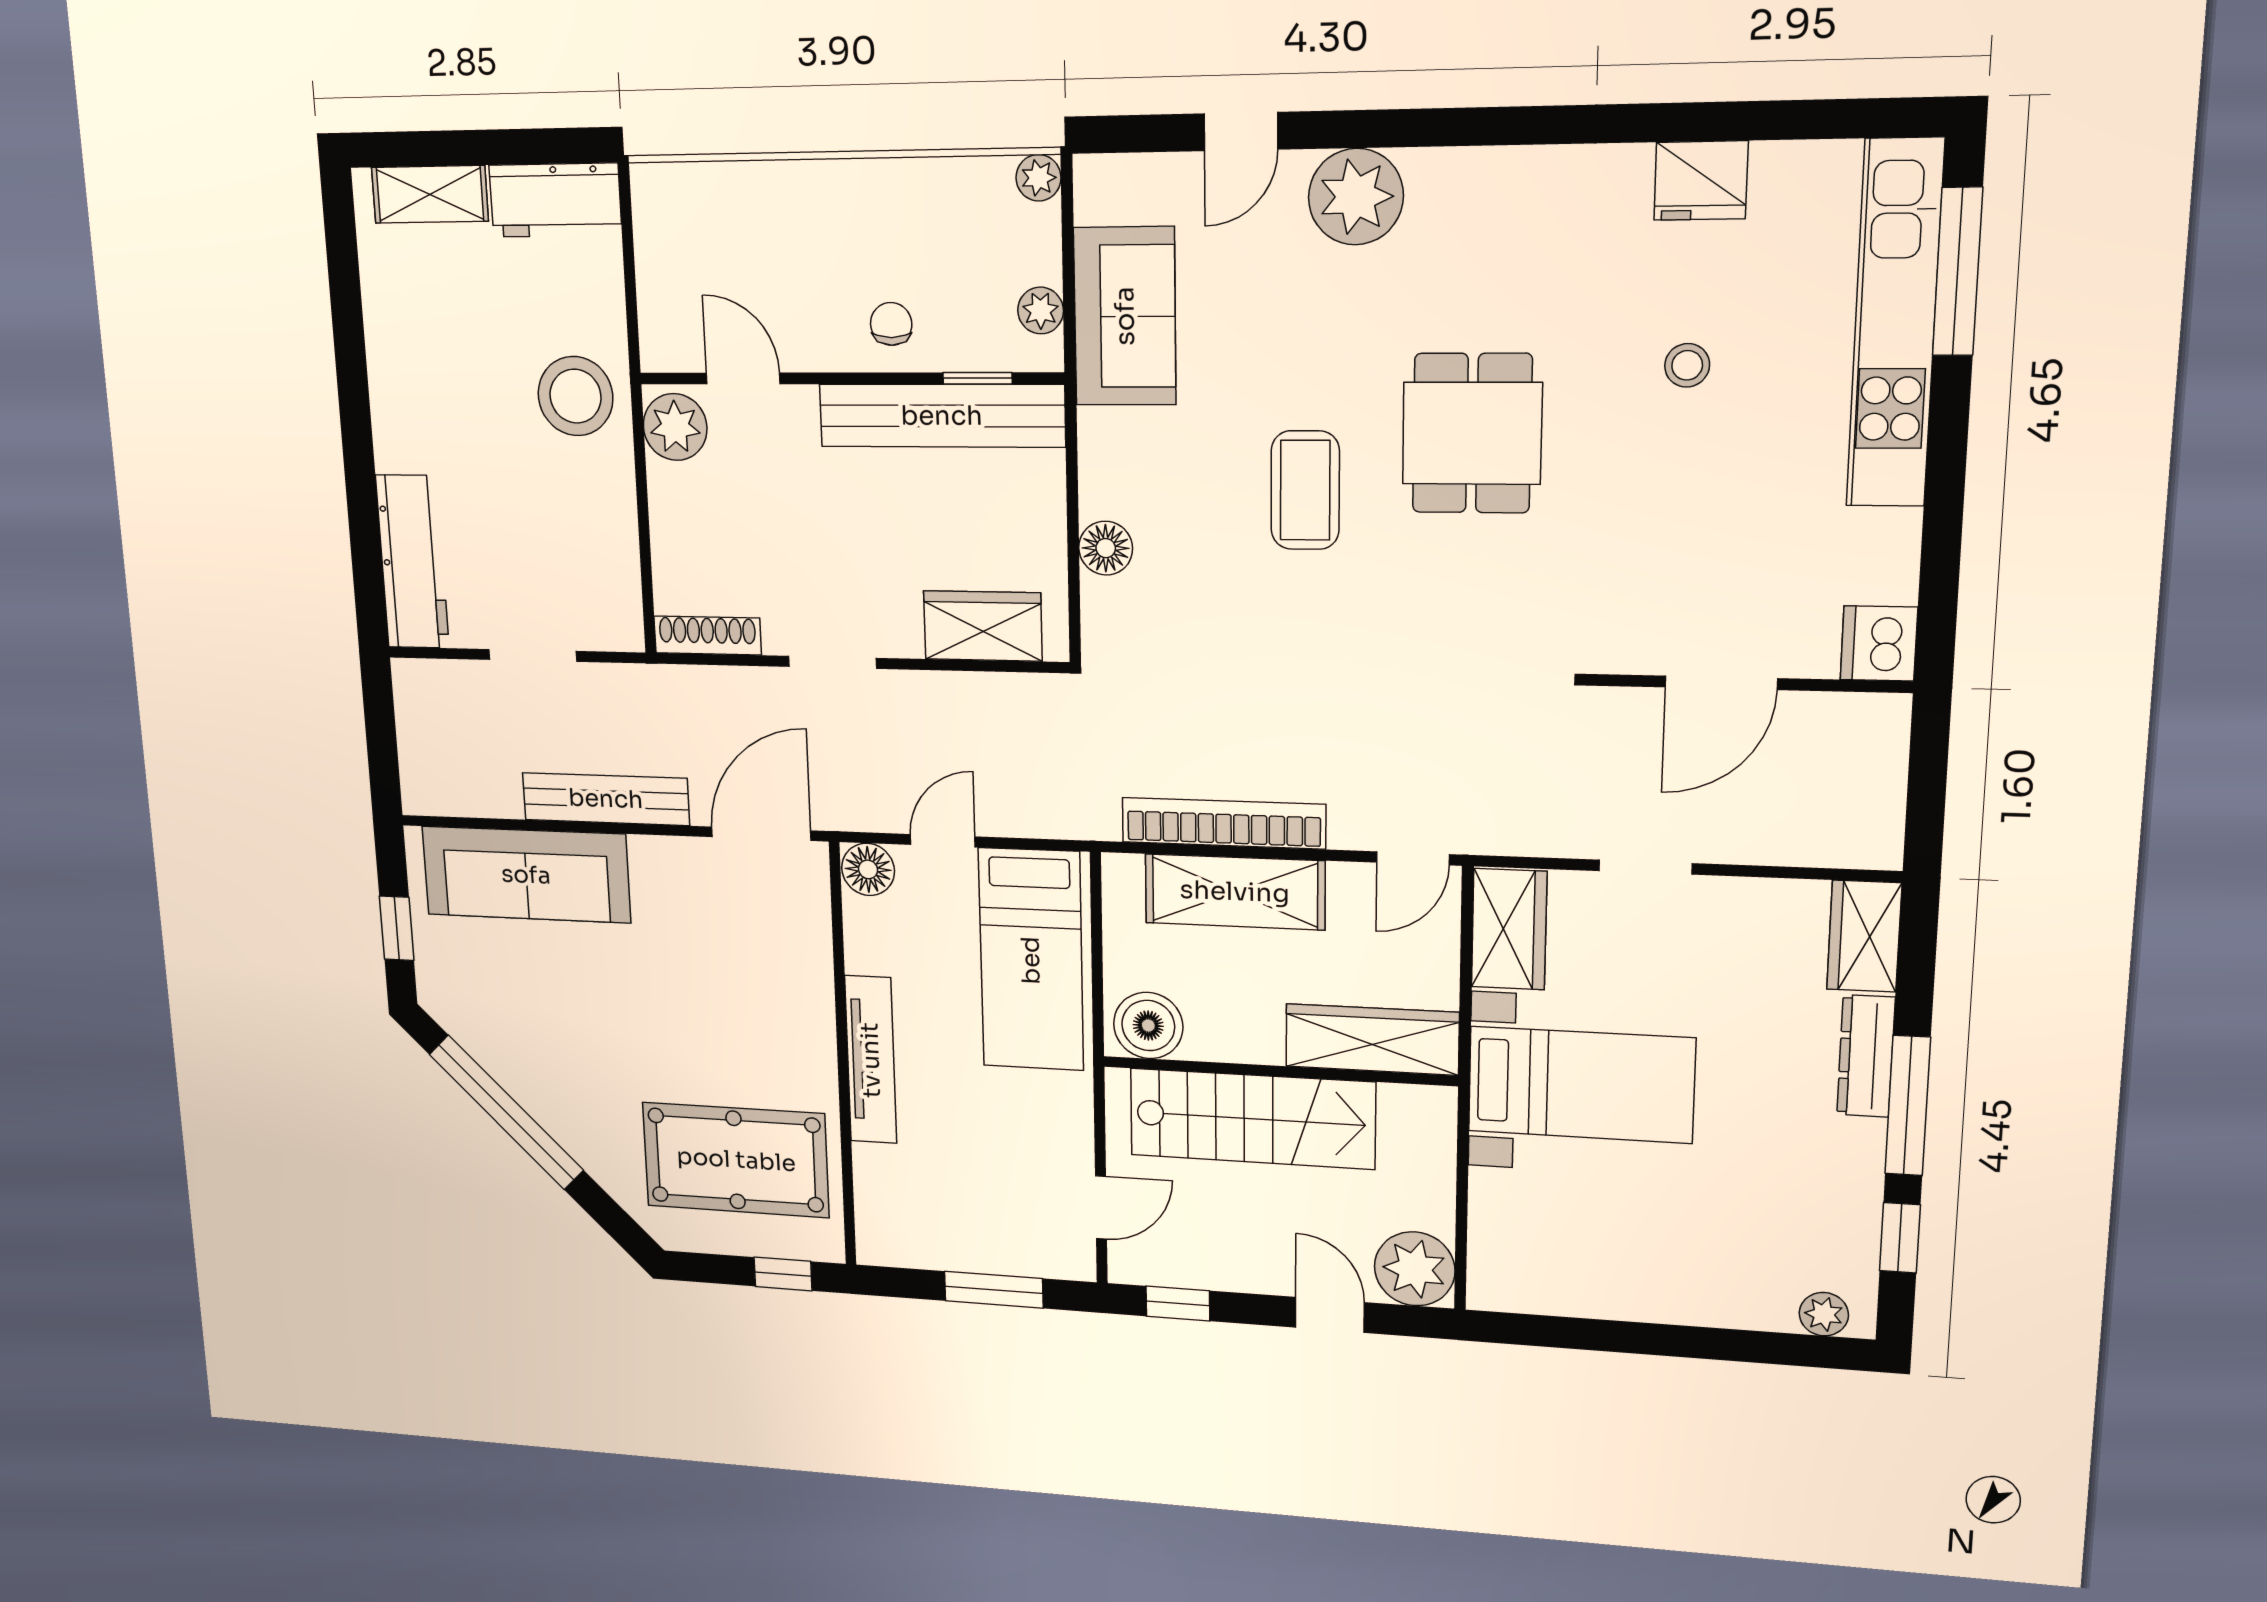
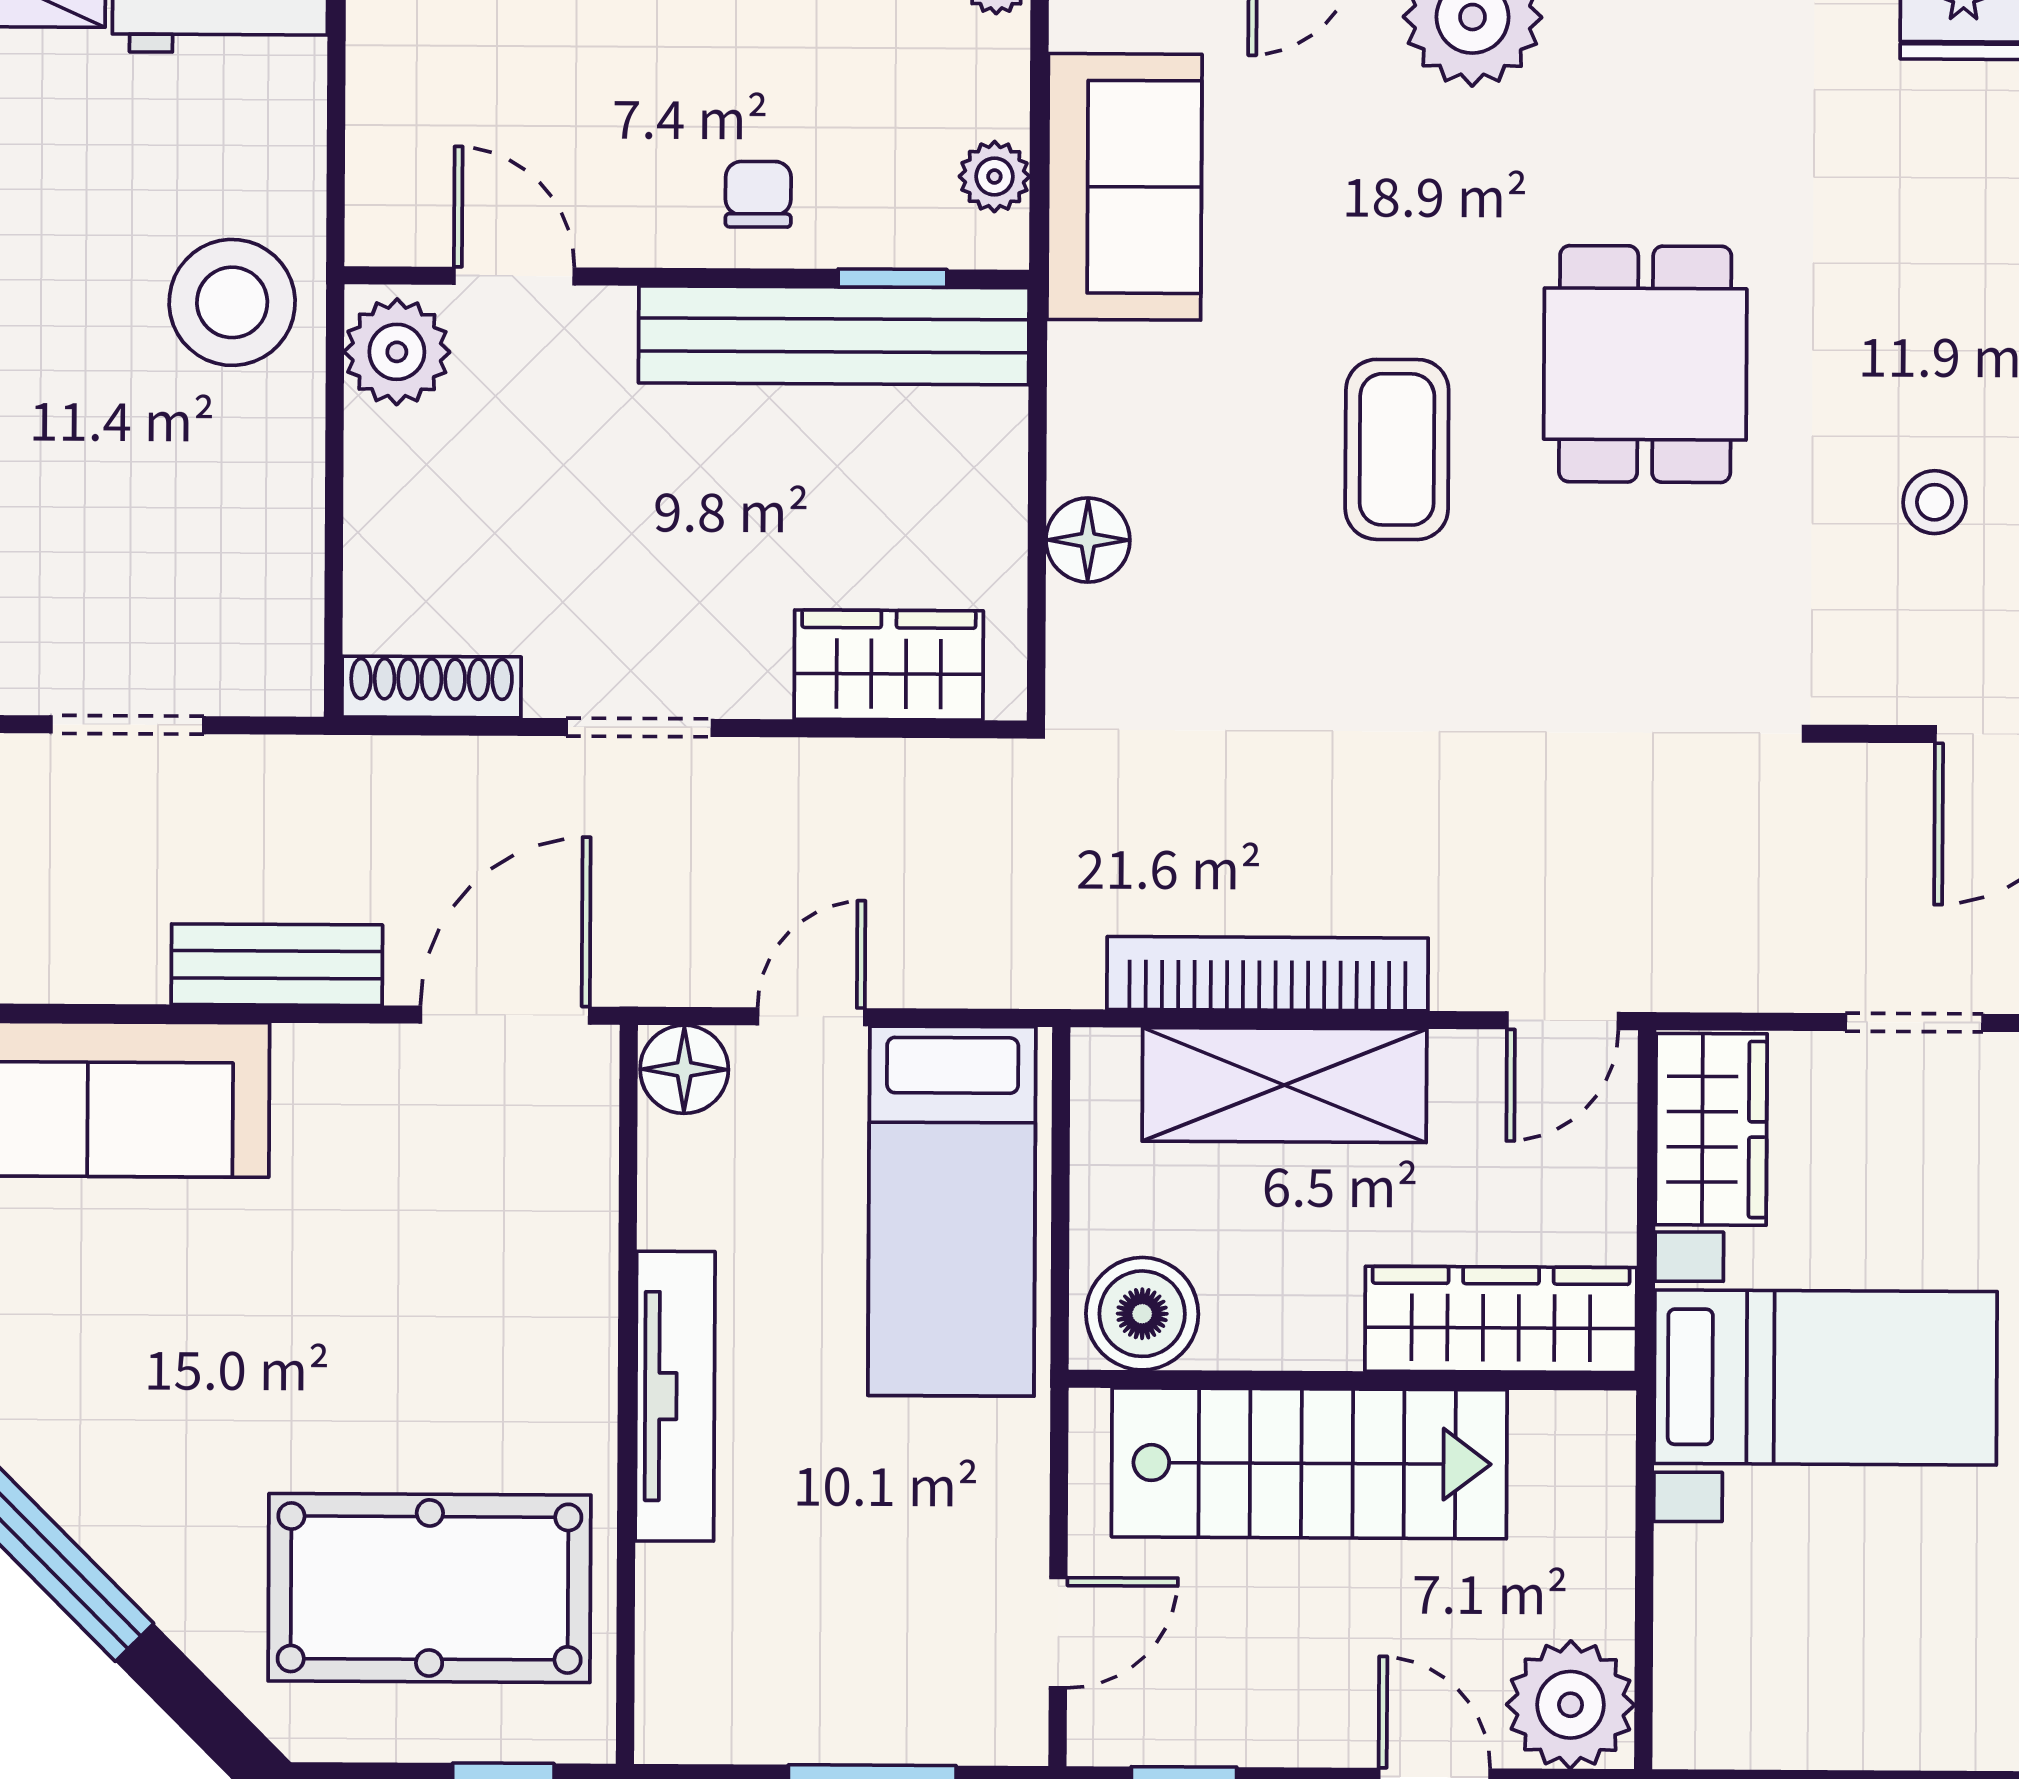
stool: (1687, 365) -> (1935, 502), moved
bench: (606, 799) -> (277, 965), width x0.73

